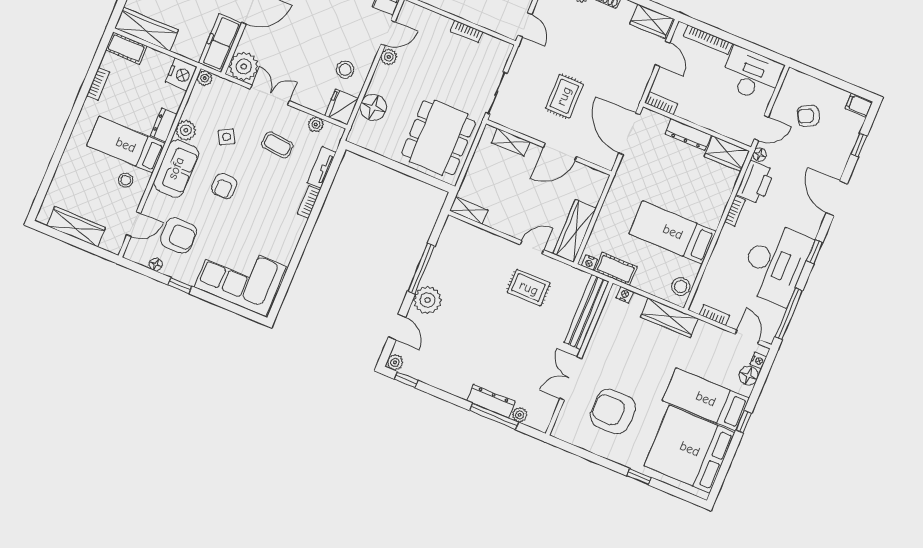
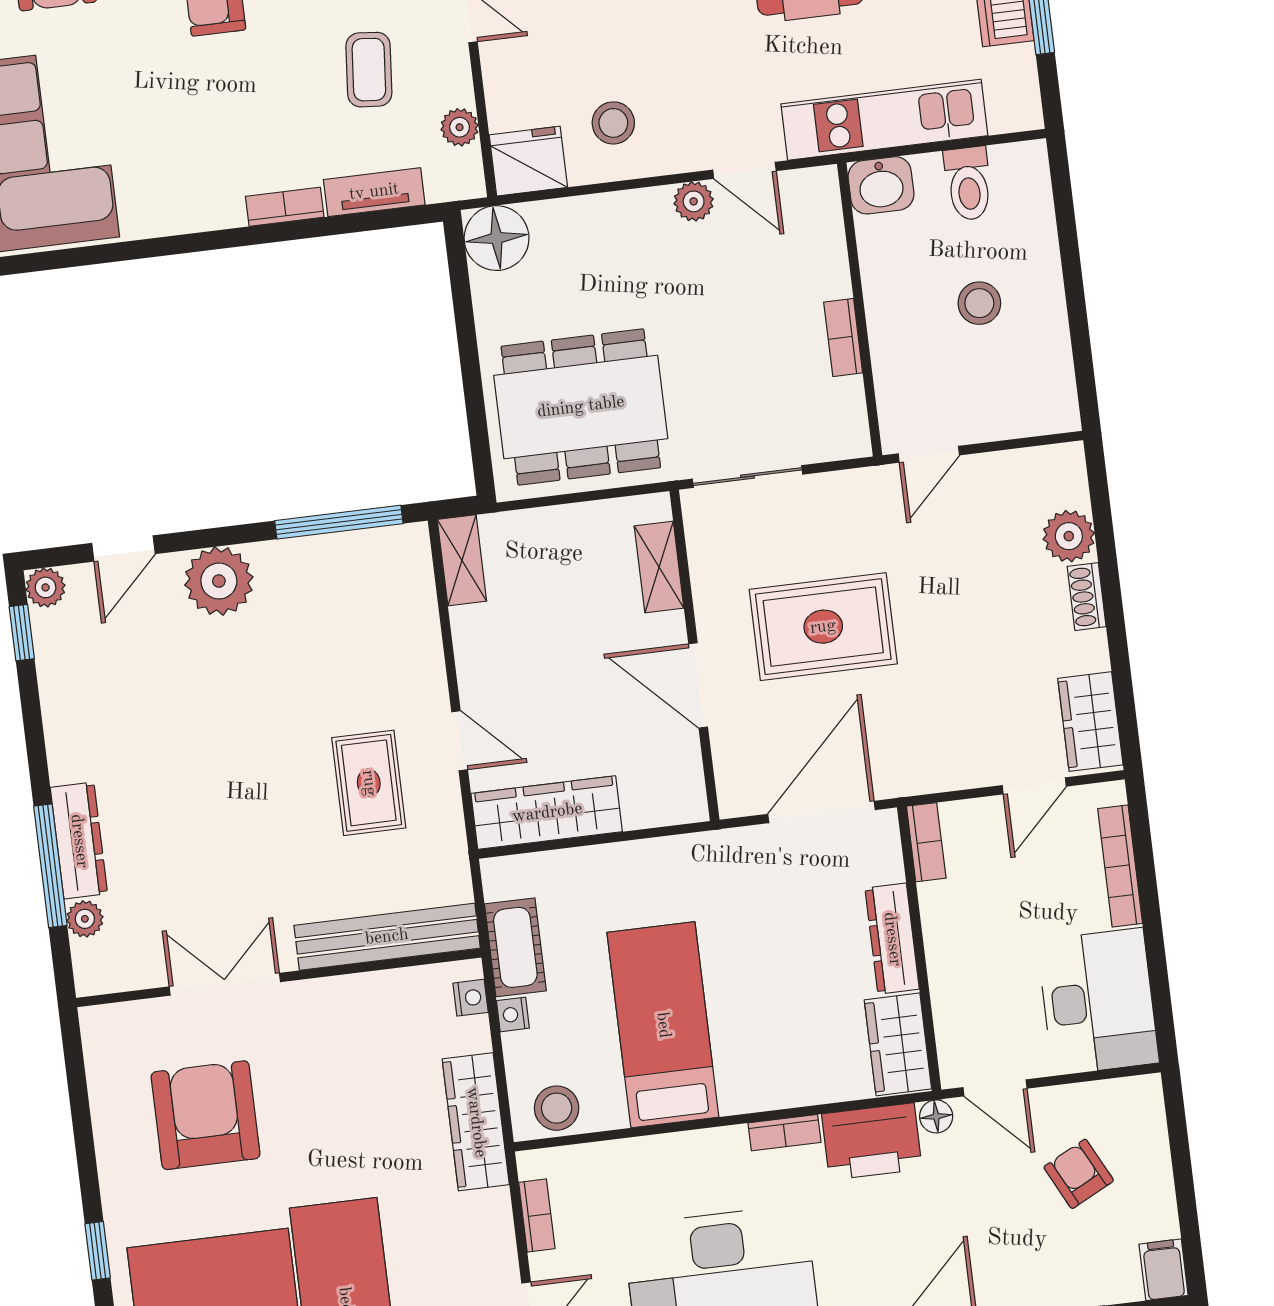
rug: (564, 96) -> (823, 627), width x1.36, depth x1.43
floor lamp: (373, 107) -> (497, 238), moved
nightstand: (589, 263) -> (513, 1014), moved
window: (421, 269) -> (339, 522), moved

